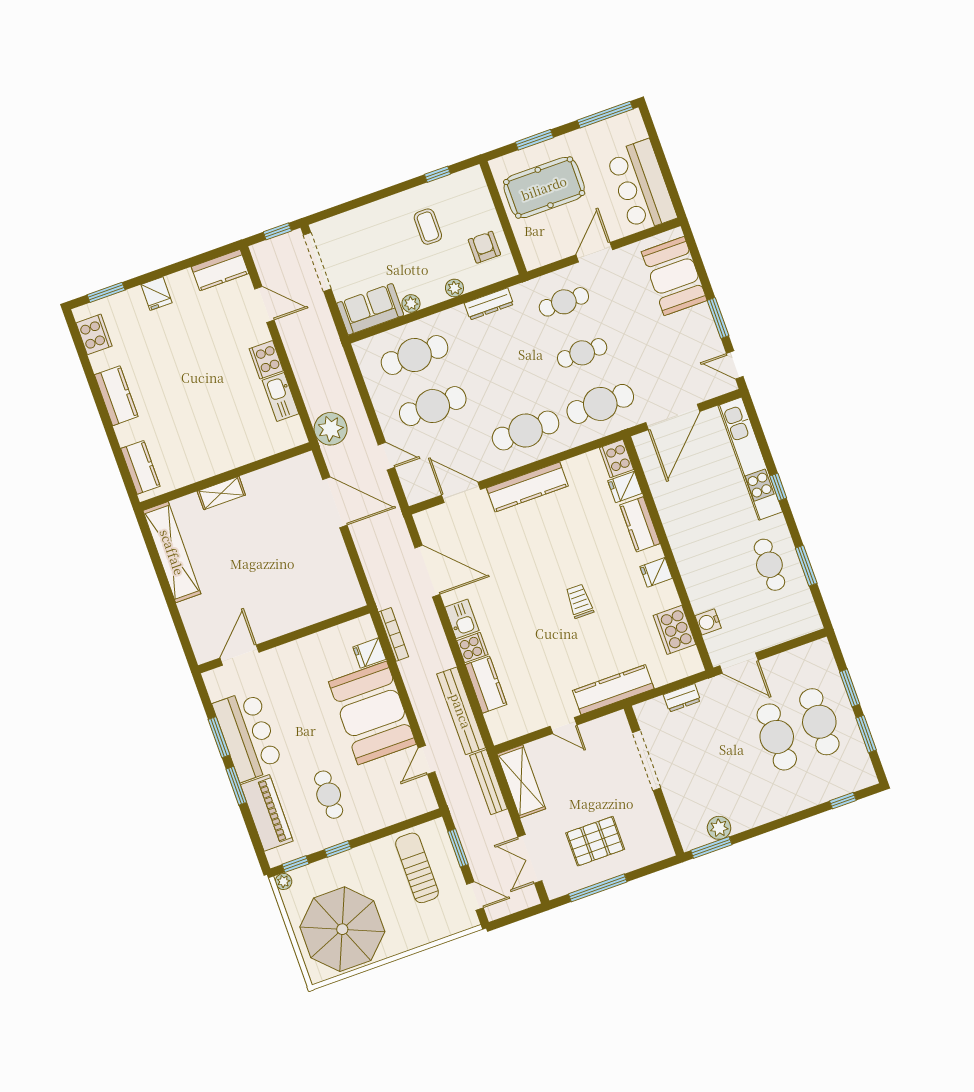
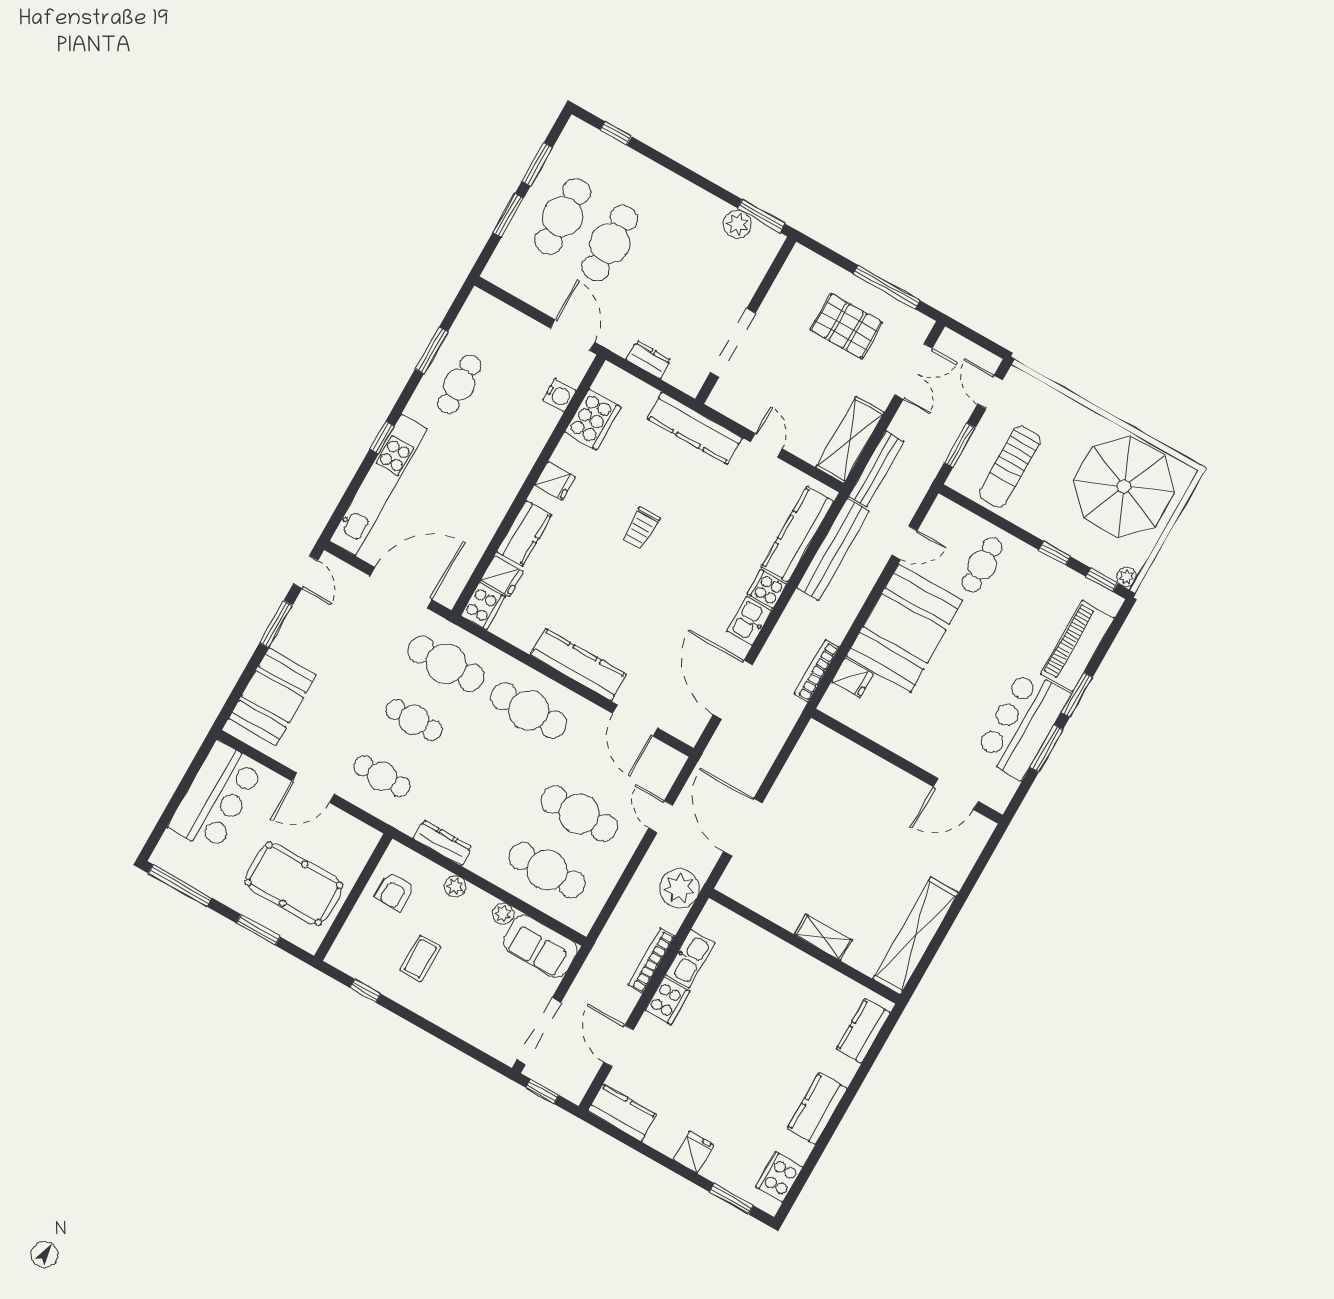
bookcase: (300, 372) -> (651, 961), added
kitchen counter: (486, 685) -> (797, 534), width x1.50
cafe table: (329, 795) -> (982, 565), moved

